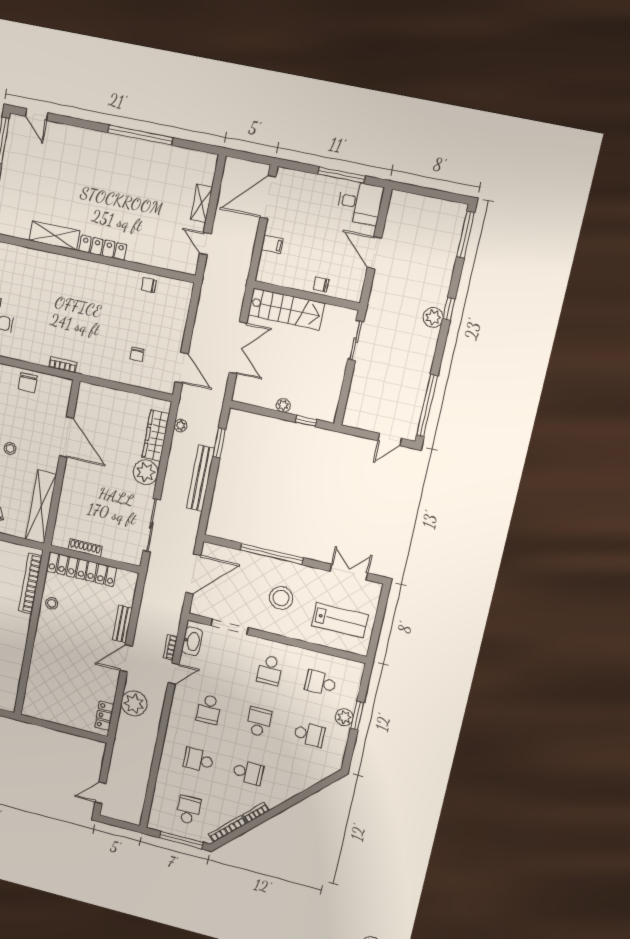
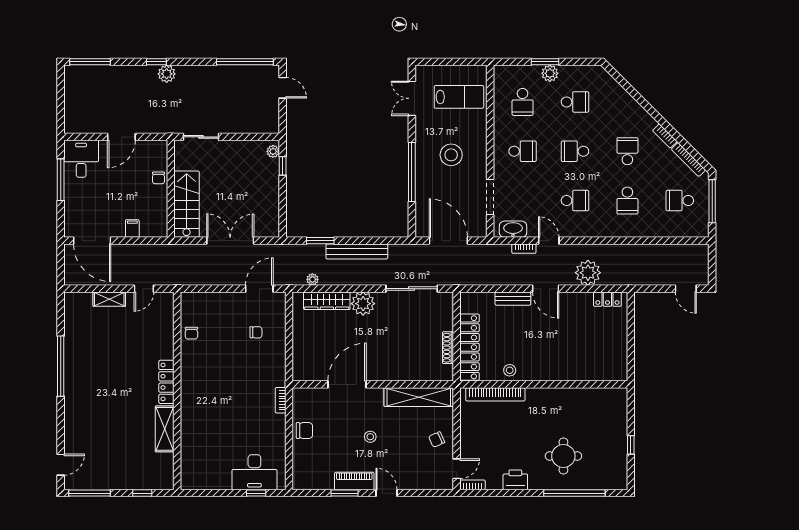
plant: (283, 405) -> (273, 151), moved
lab bench: (340, 620) -> (459, 97), turned 90
school desk: (309, 735) -> (575, 102), turned 90

